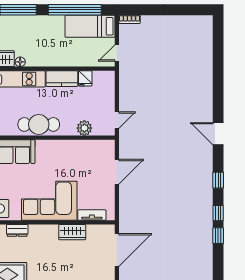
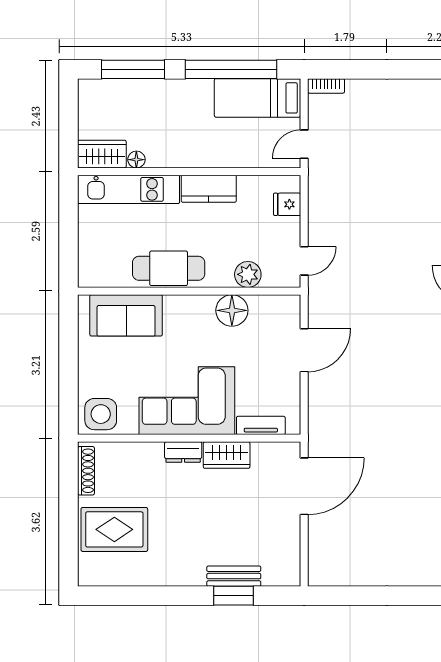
fridge: (85, 78) -> (287, 204), moved, turned 90
floor lamp: (75, 149) -> (232, 310), added
dresser: (17, 230) -> (183, 452), moved

